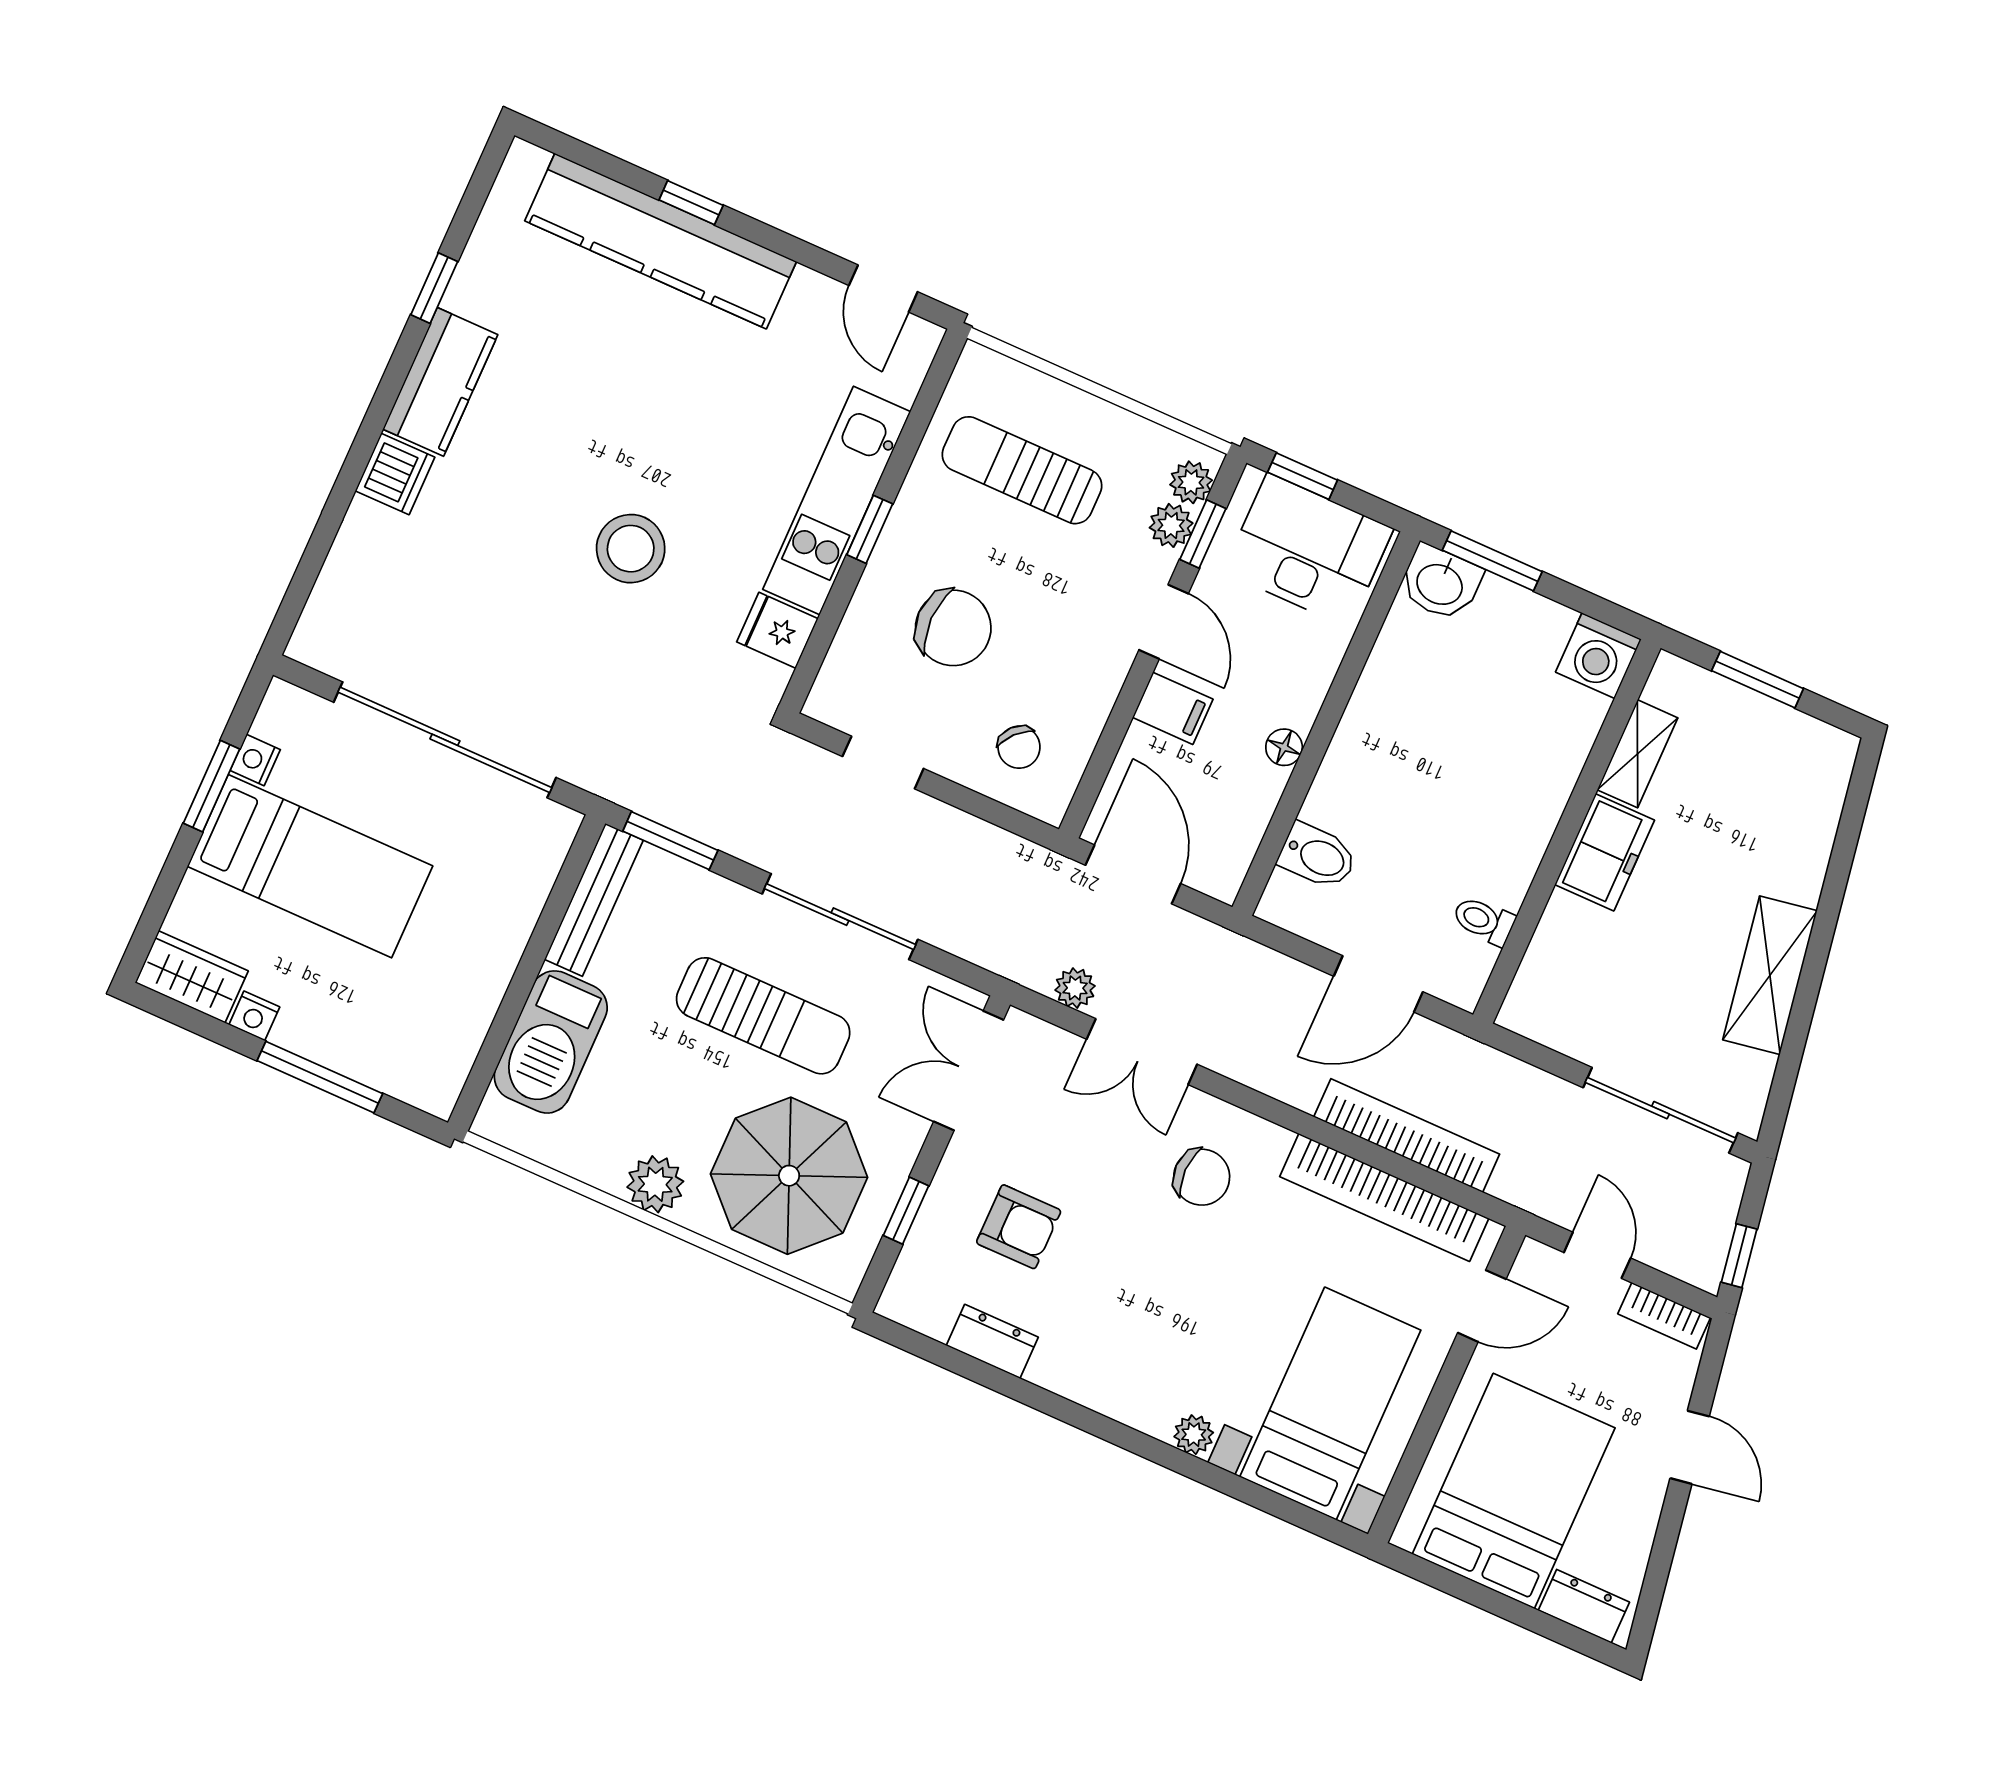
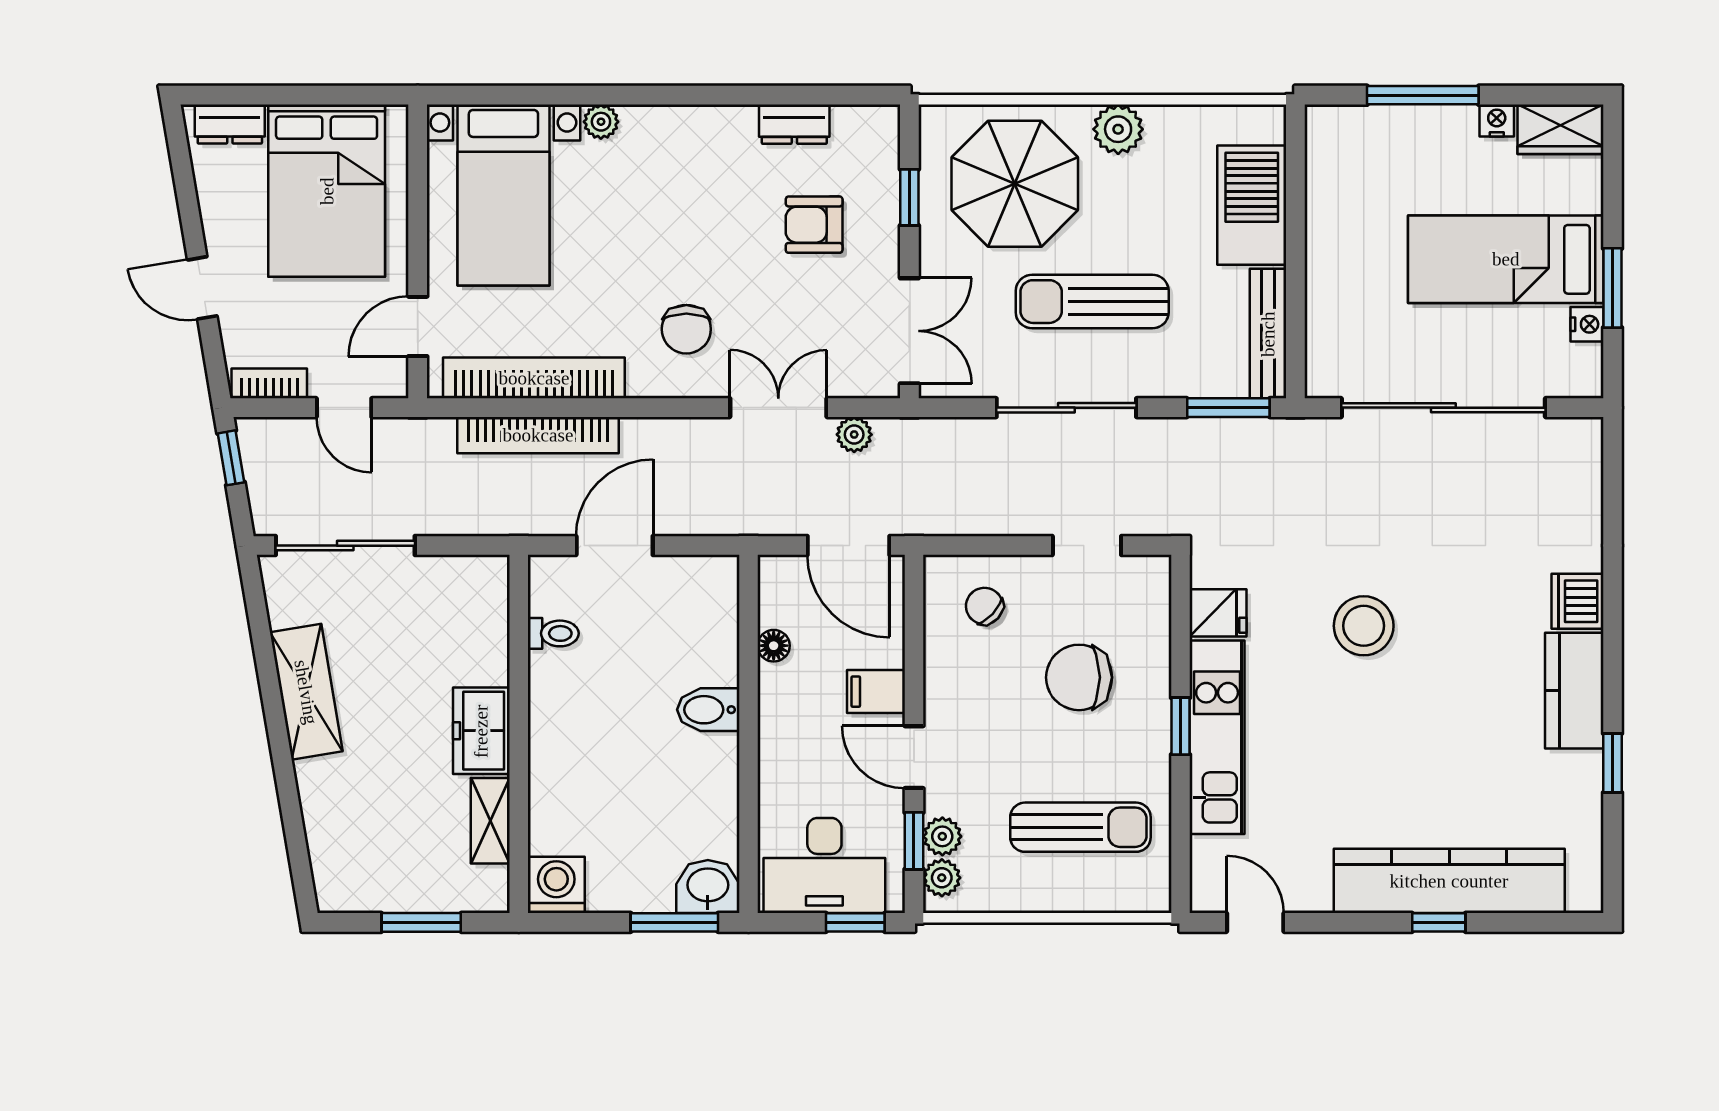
floor lamp: (1284, 747) -> (774, 646), moved
bidet: (1318, 856) -> (708, 710), moved
chair: (1202, 1177) -> (686, 329), turned -90

